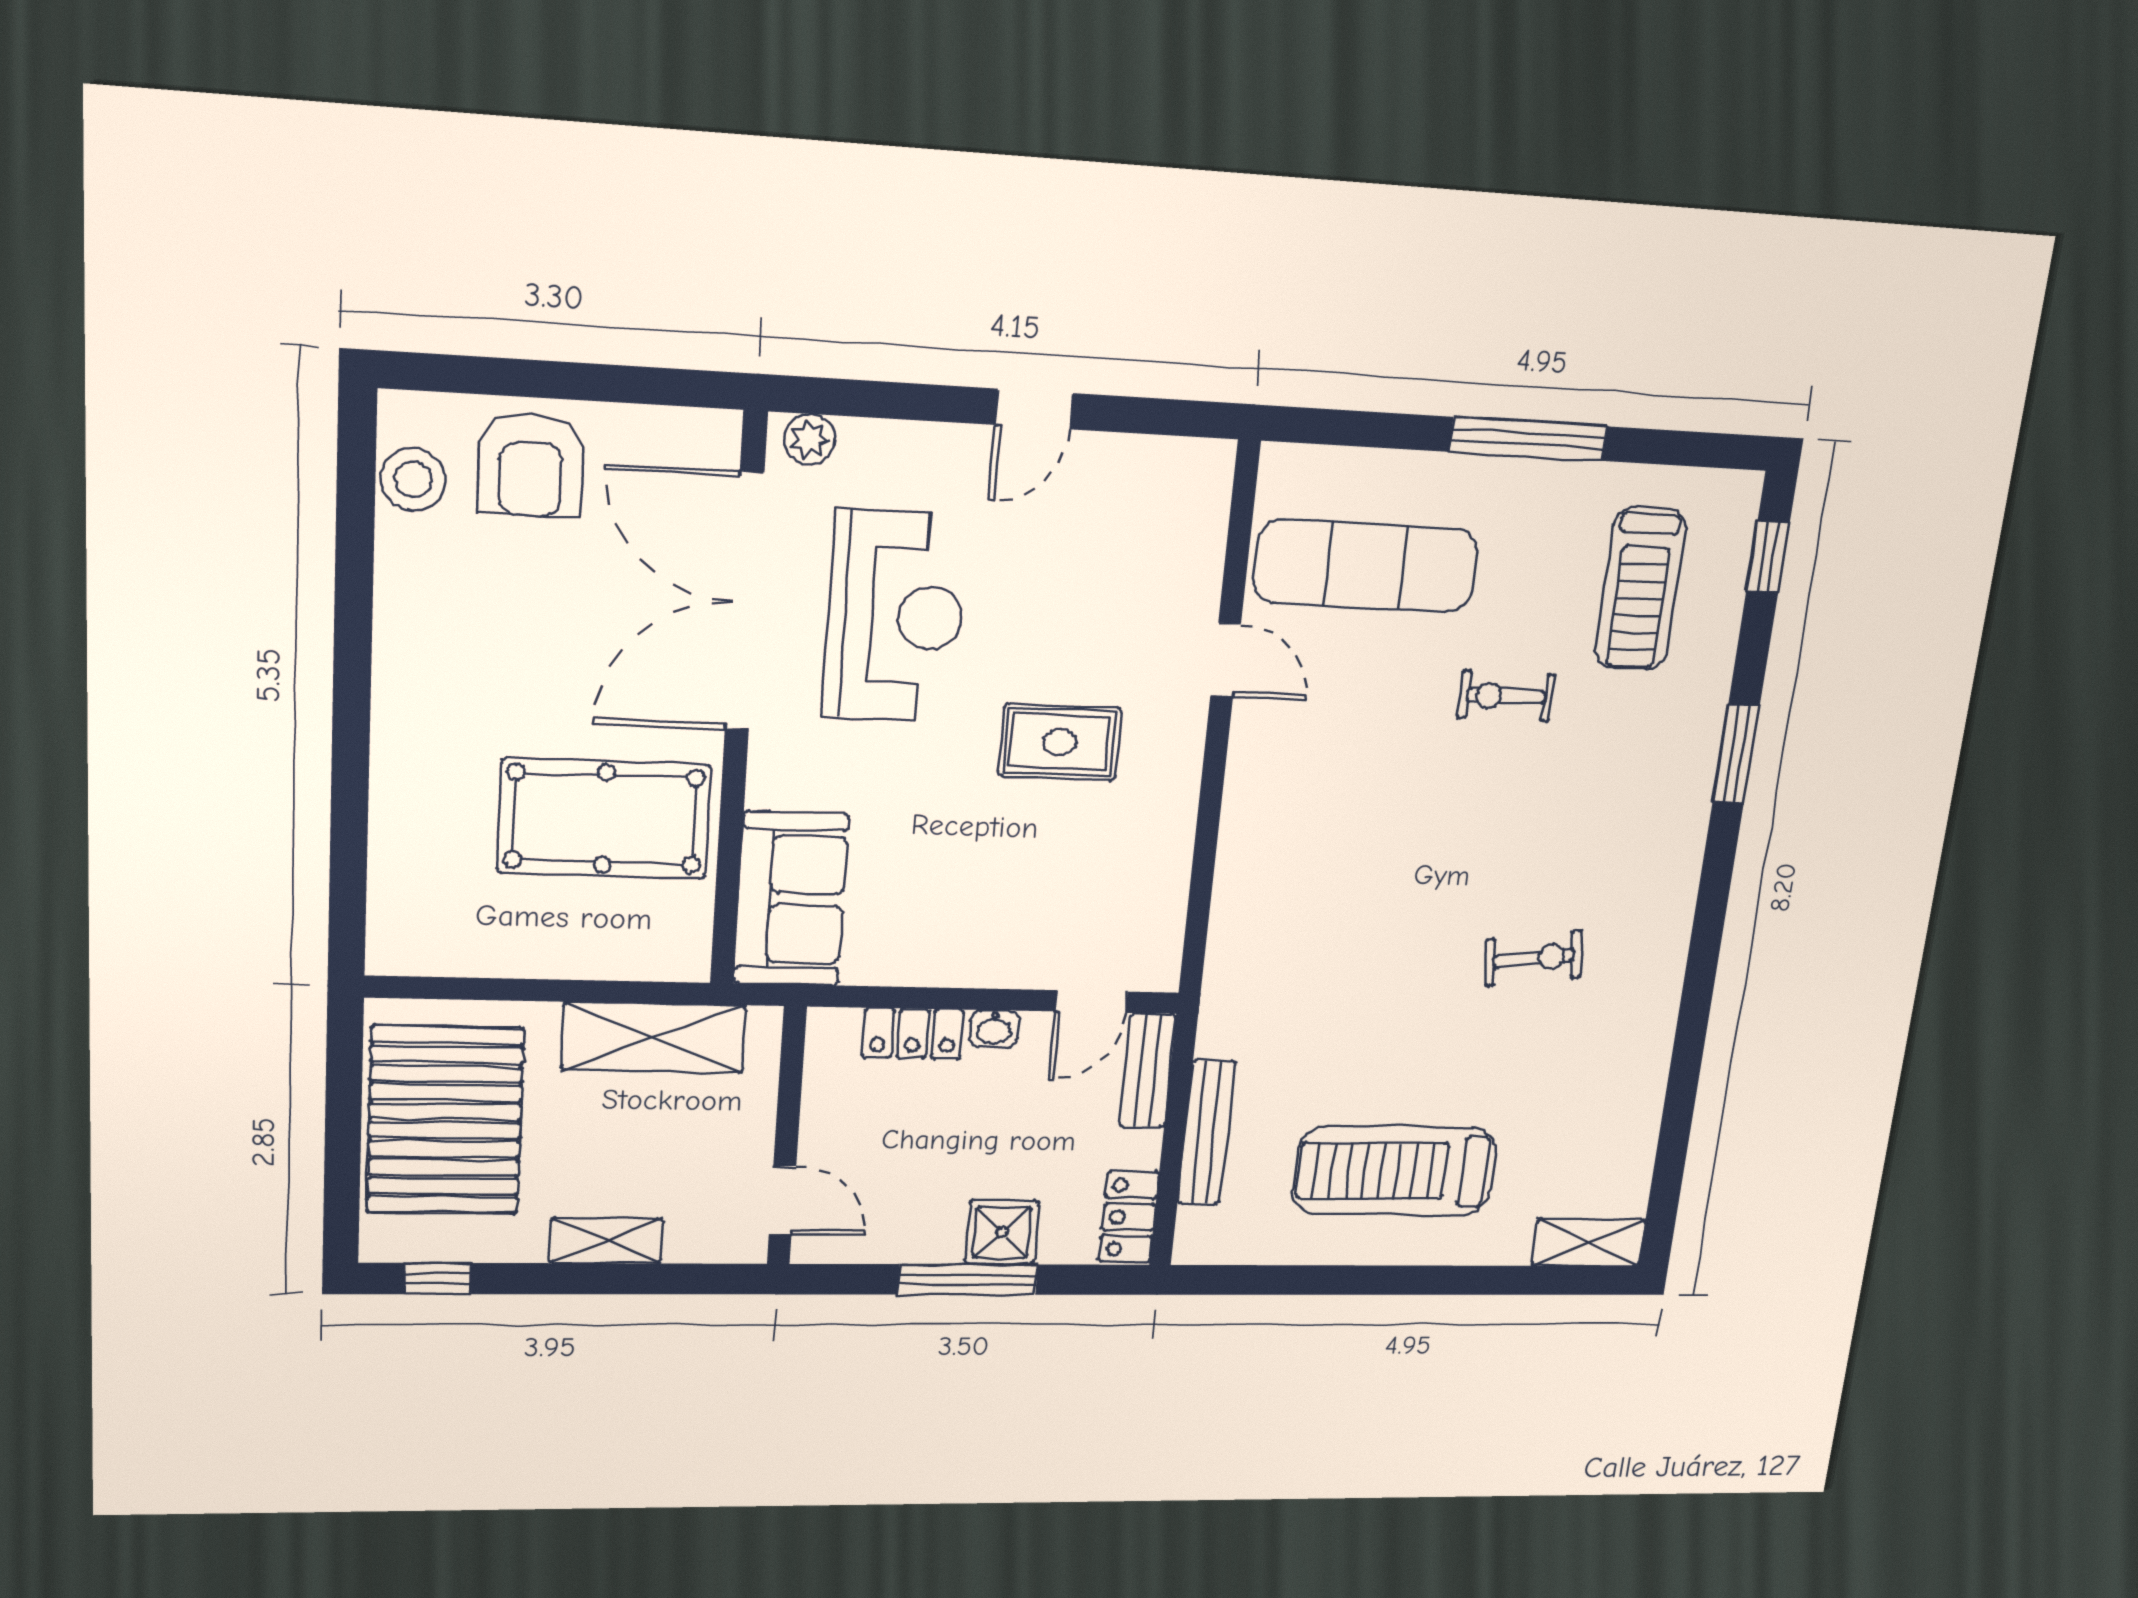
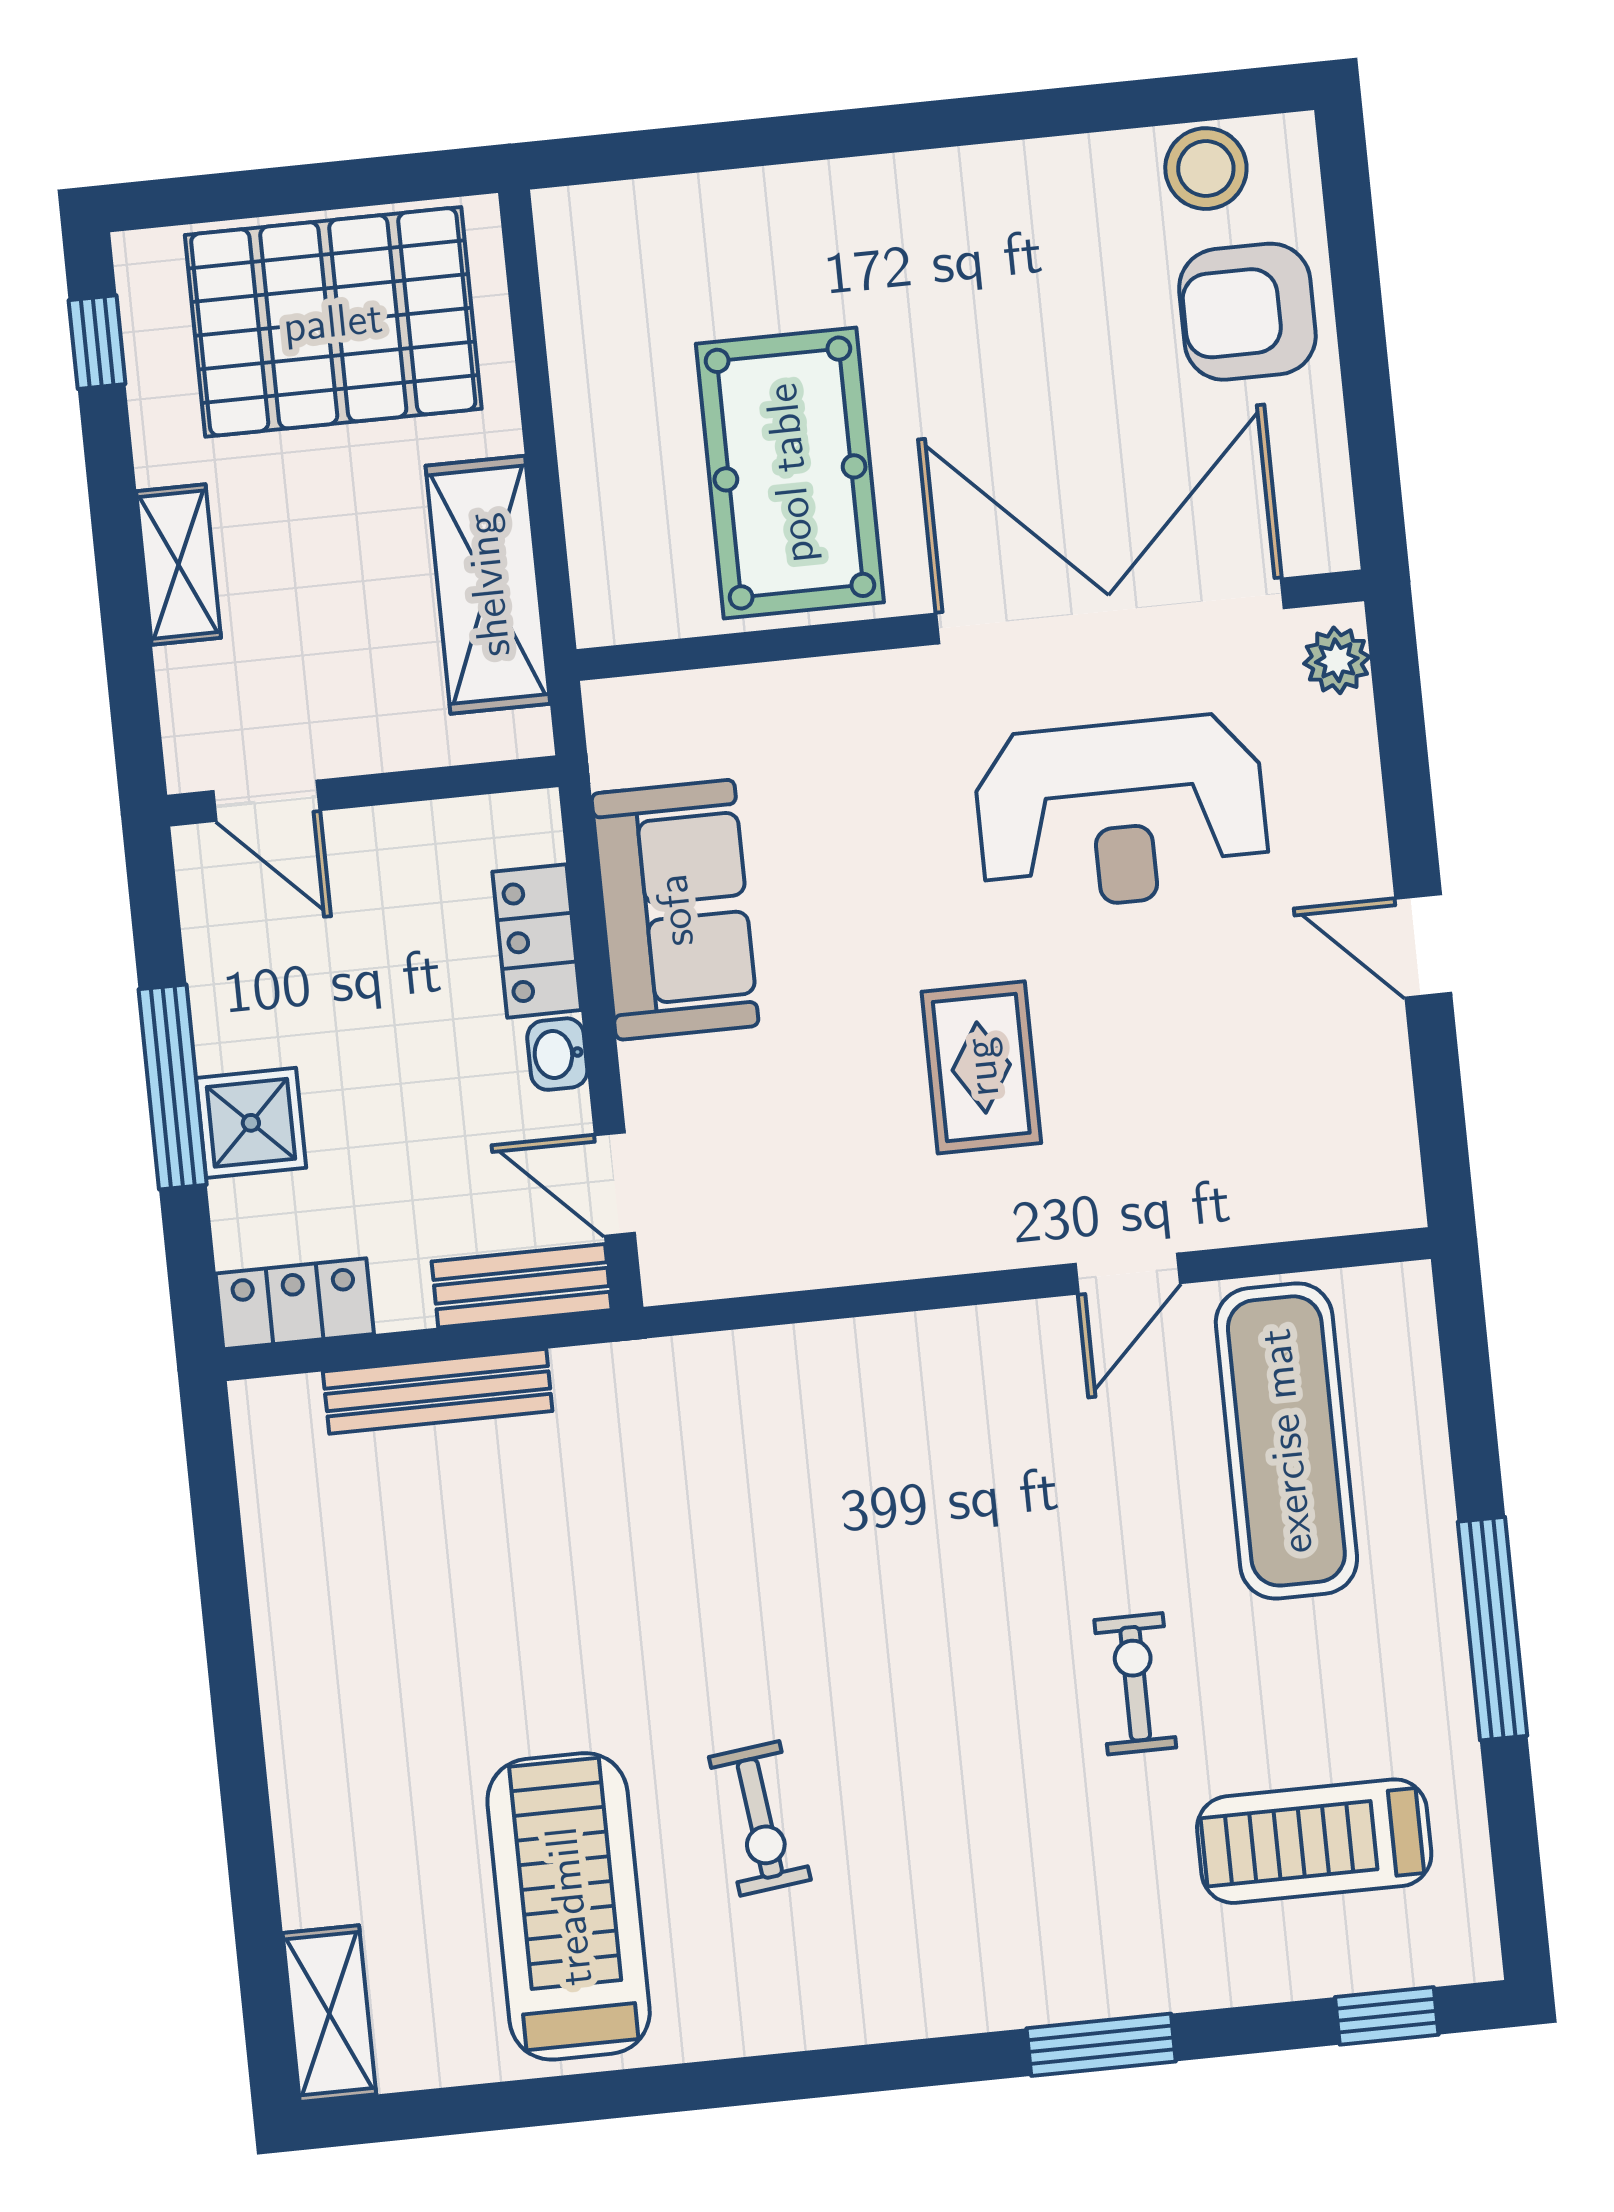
sofa: (791, 899) -> (675, 910), moved, turned -90
treadmill: (1395, 1171) -> (569, 1906), moved
door: (782, 1200) -> (266, 801), hinge flipped

